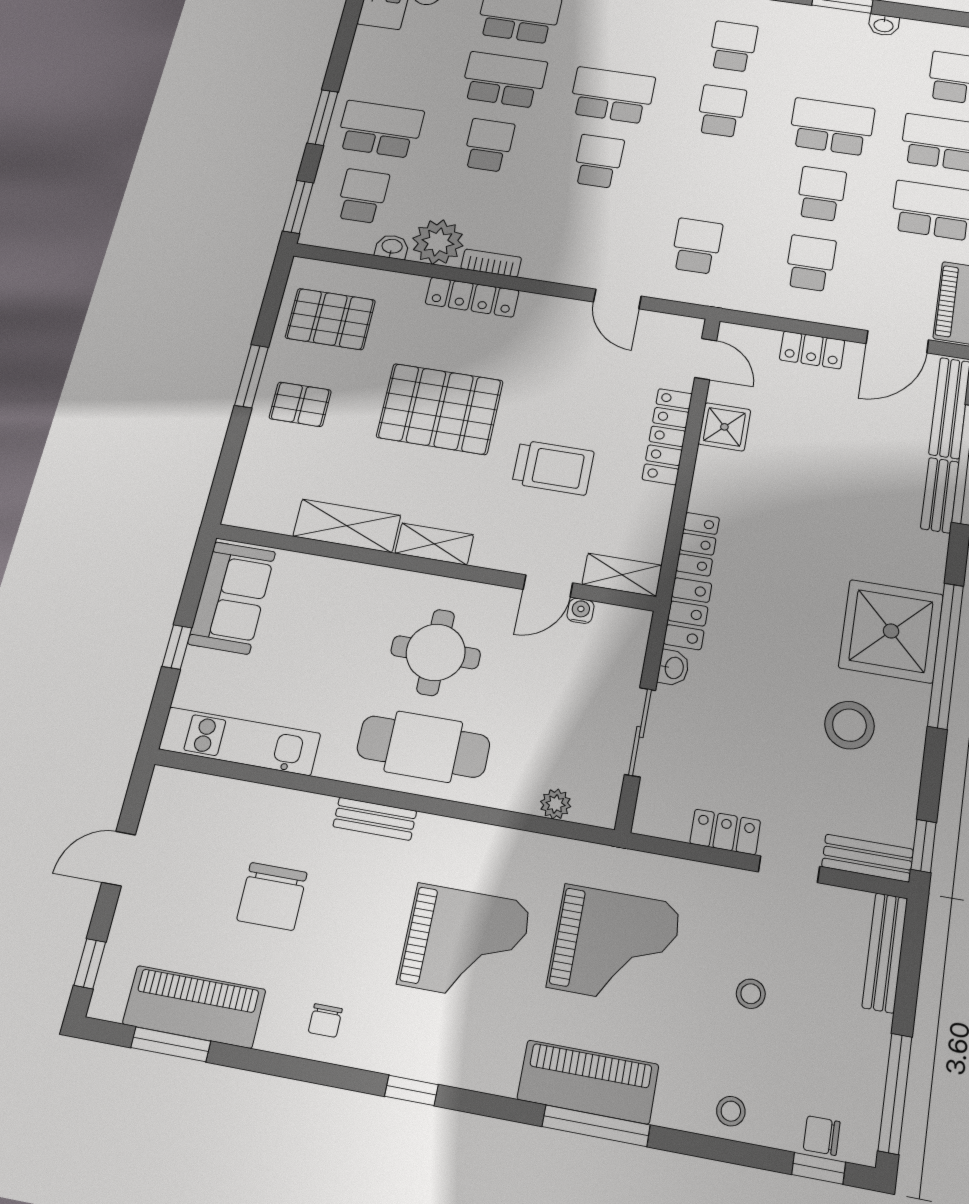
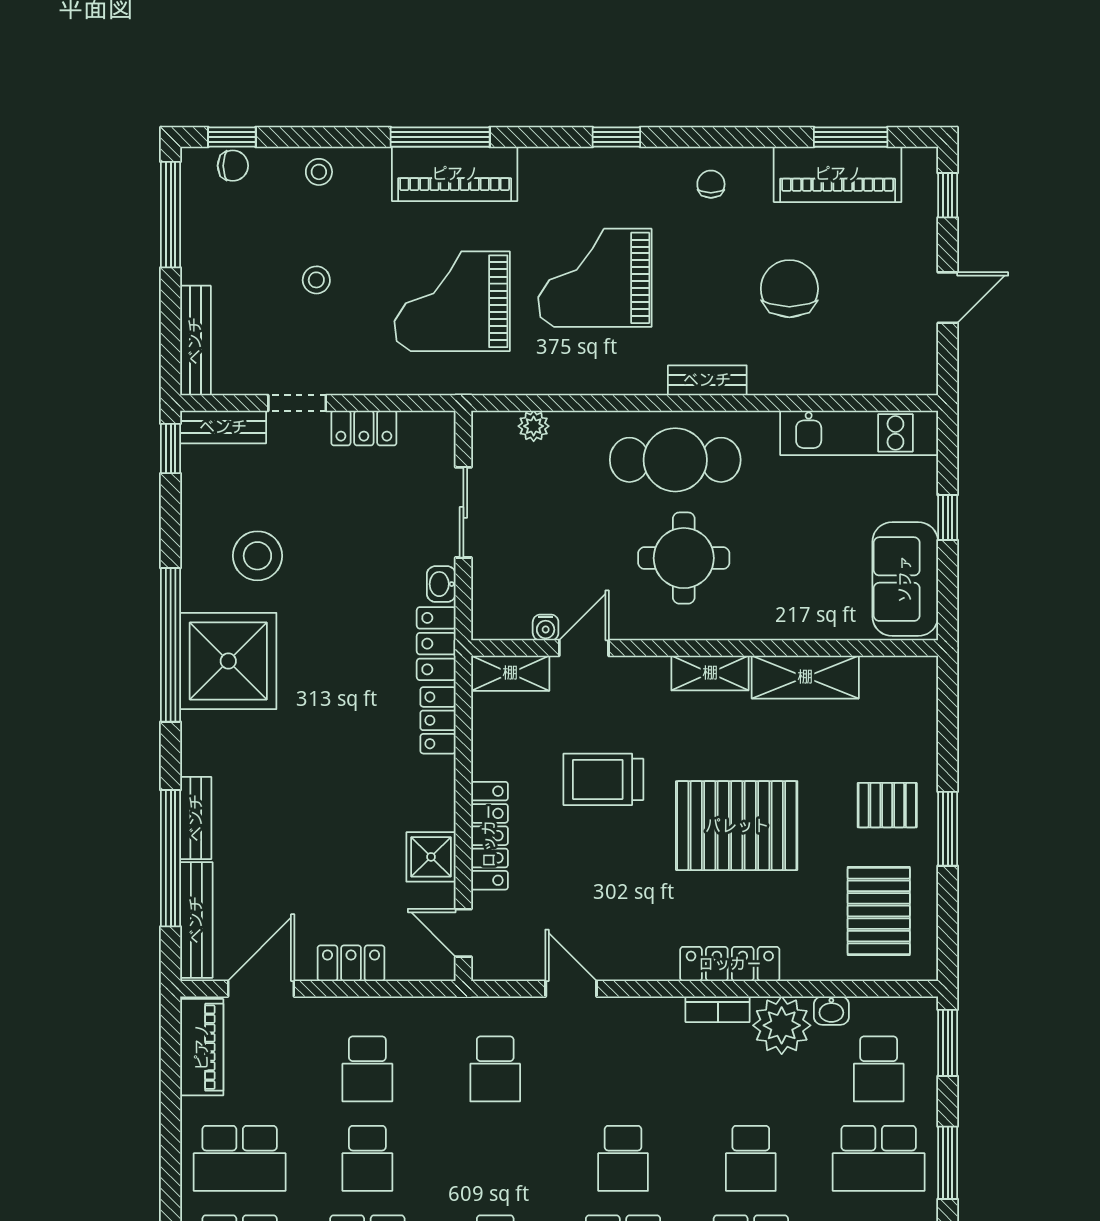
pallet: (330, 319) -> (879, 911), turned 90

